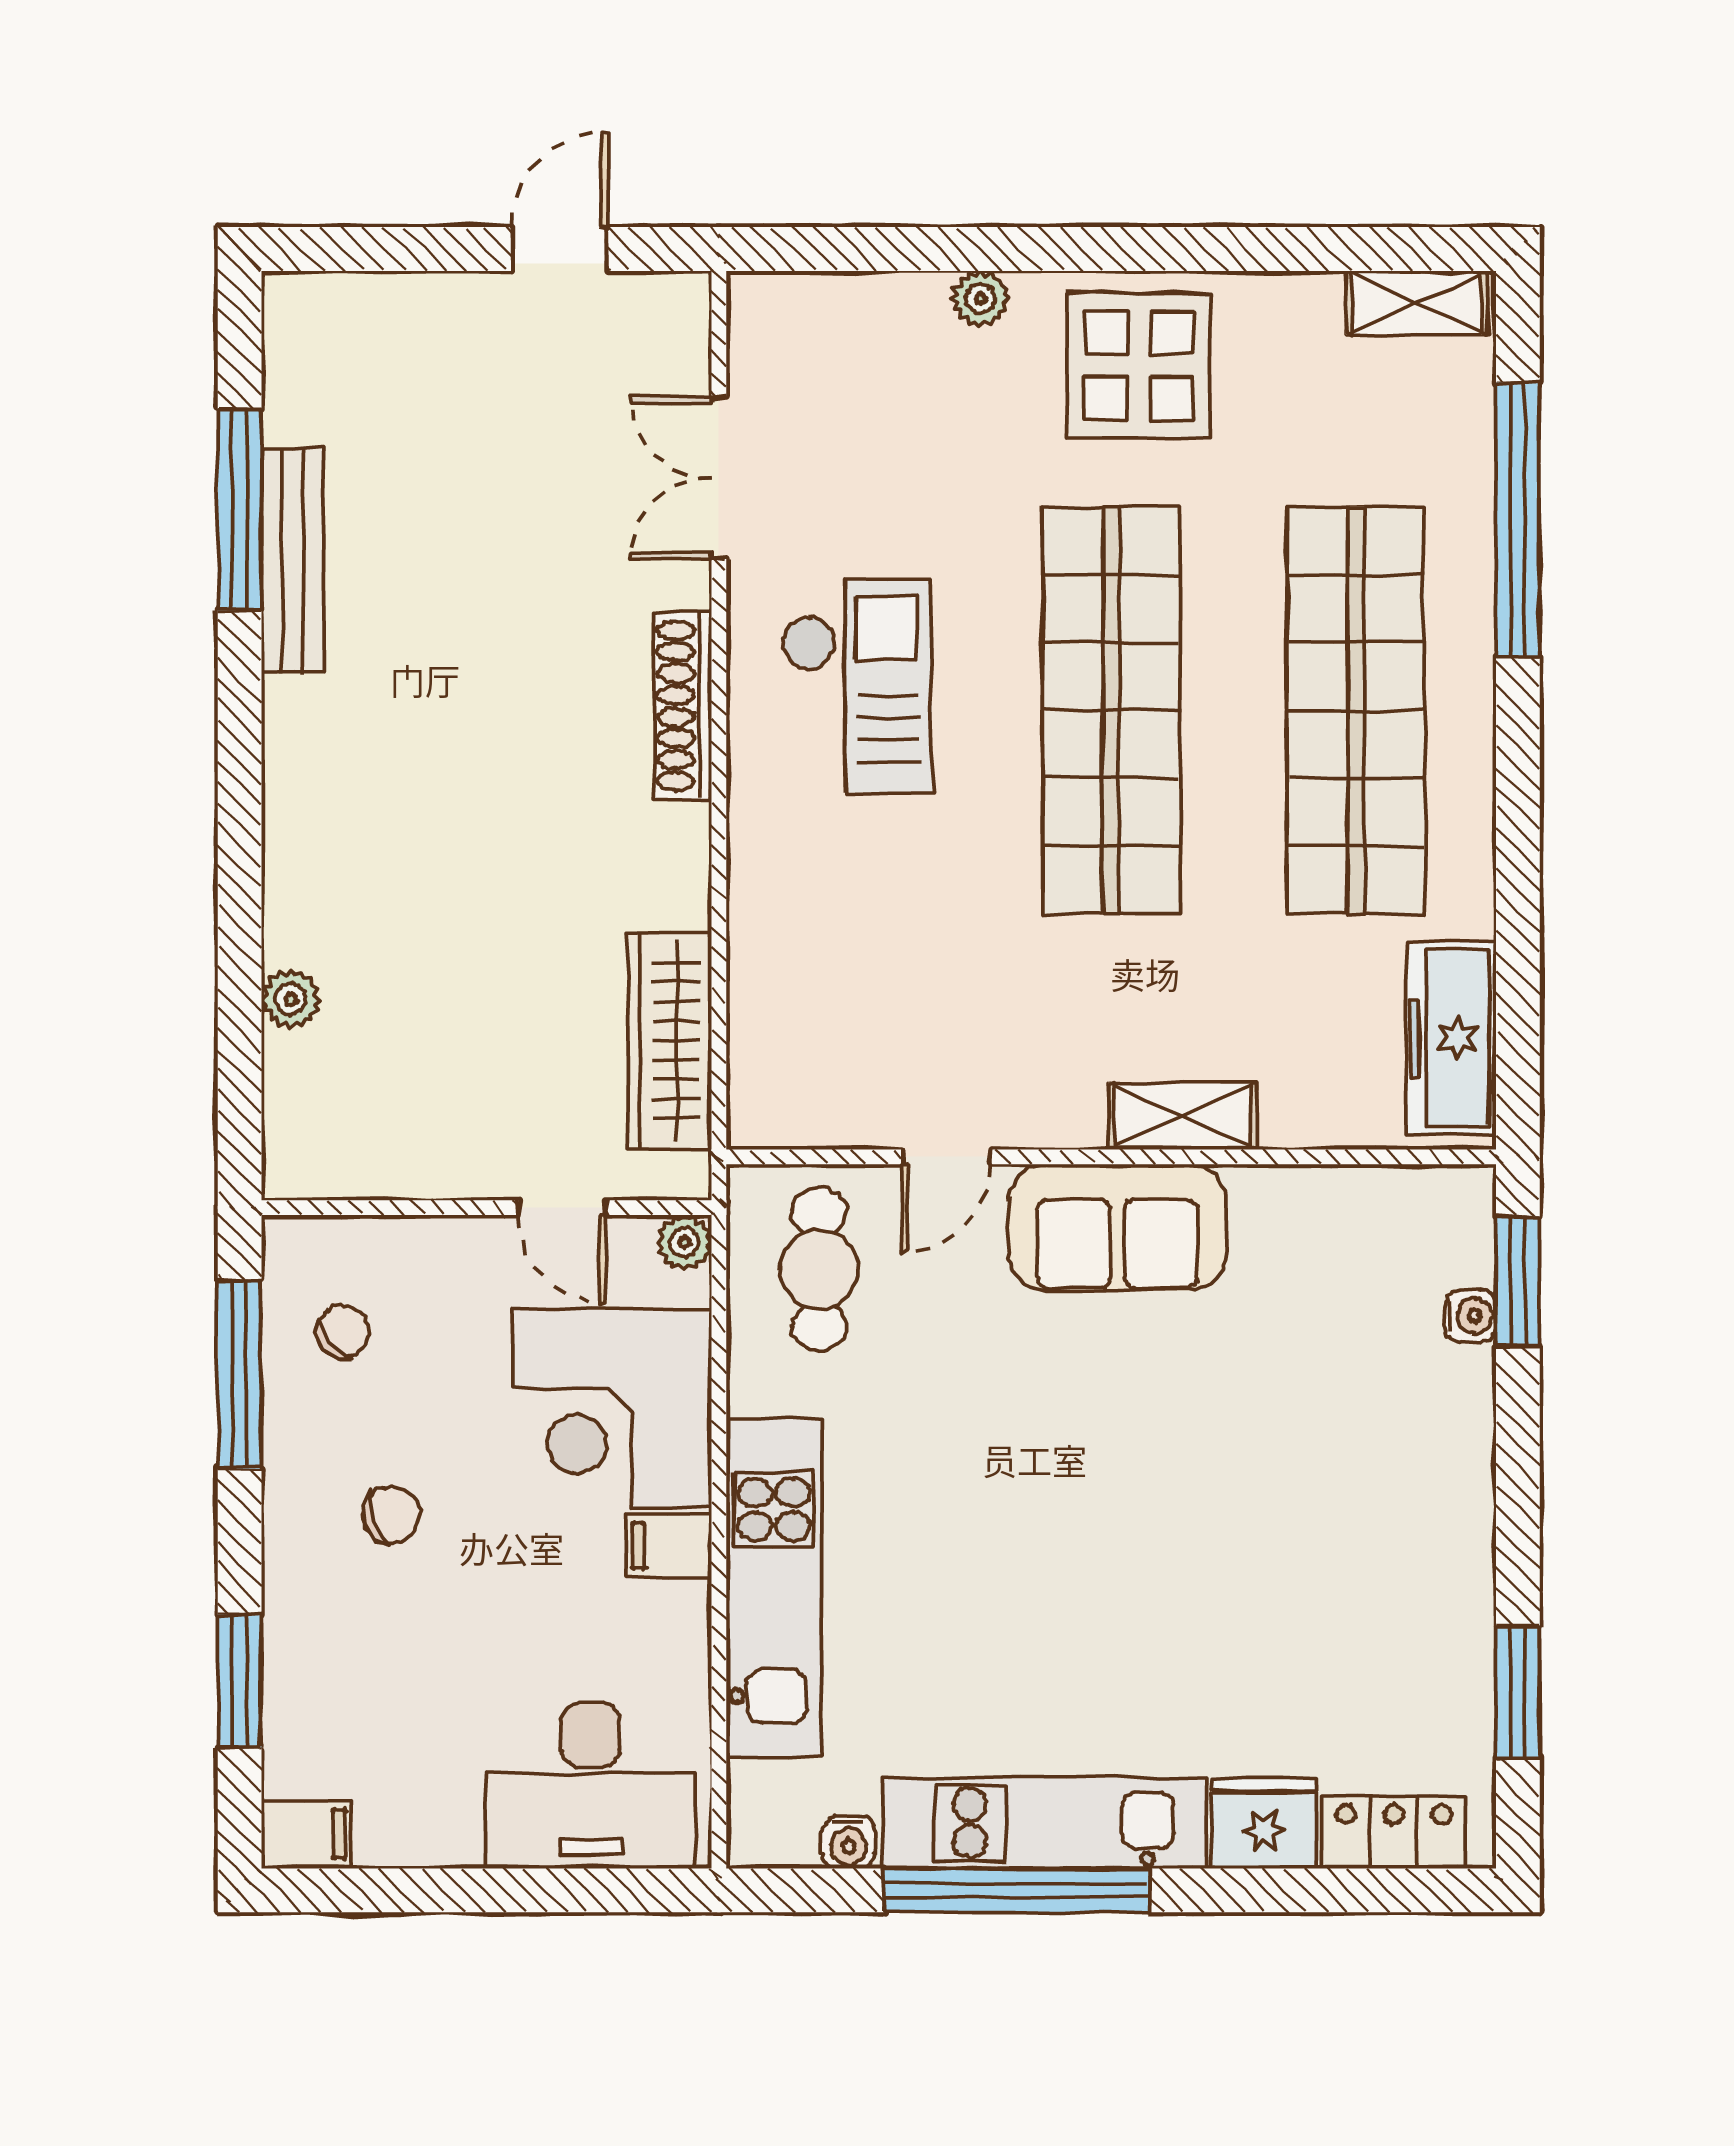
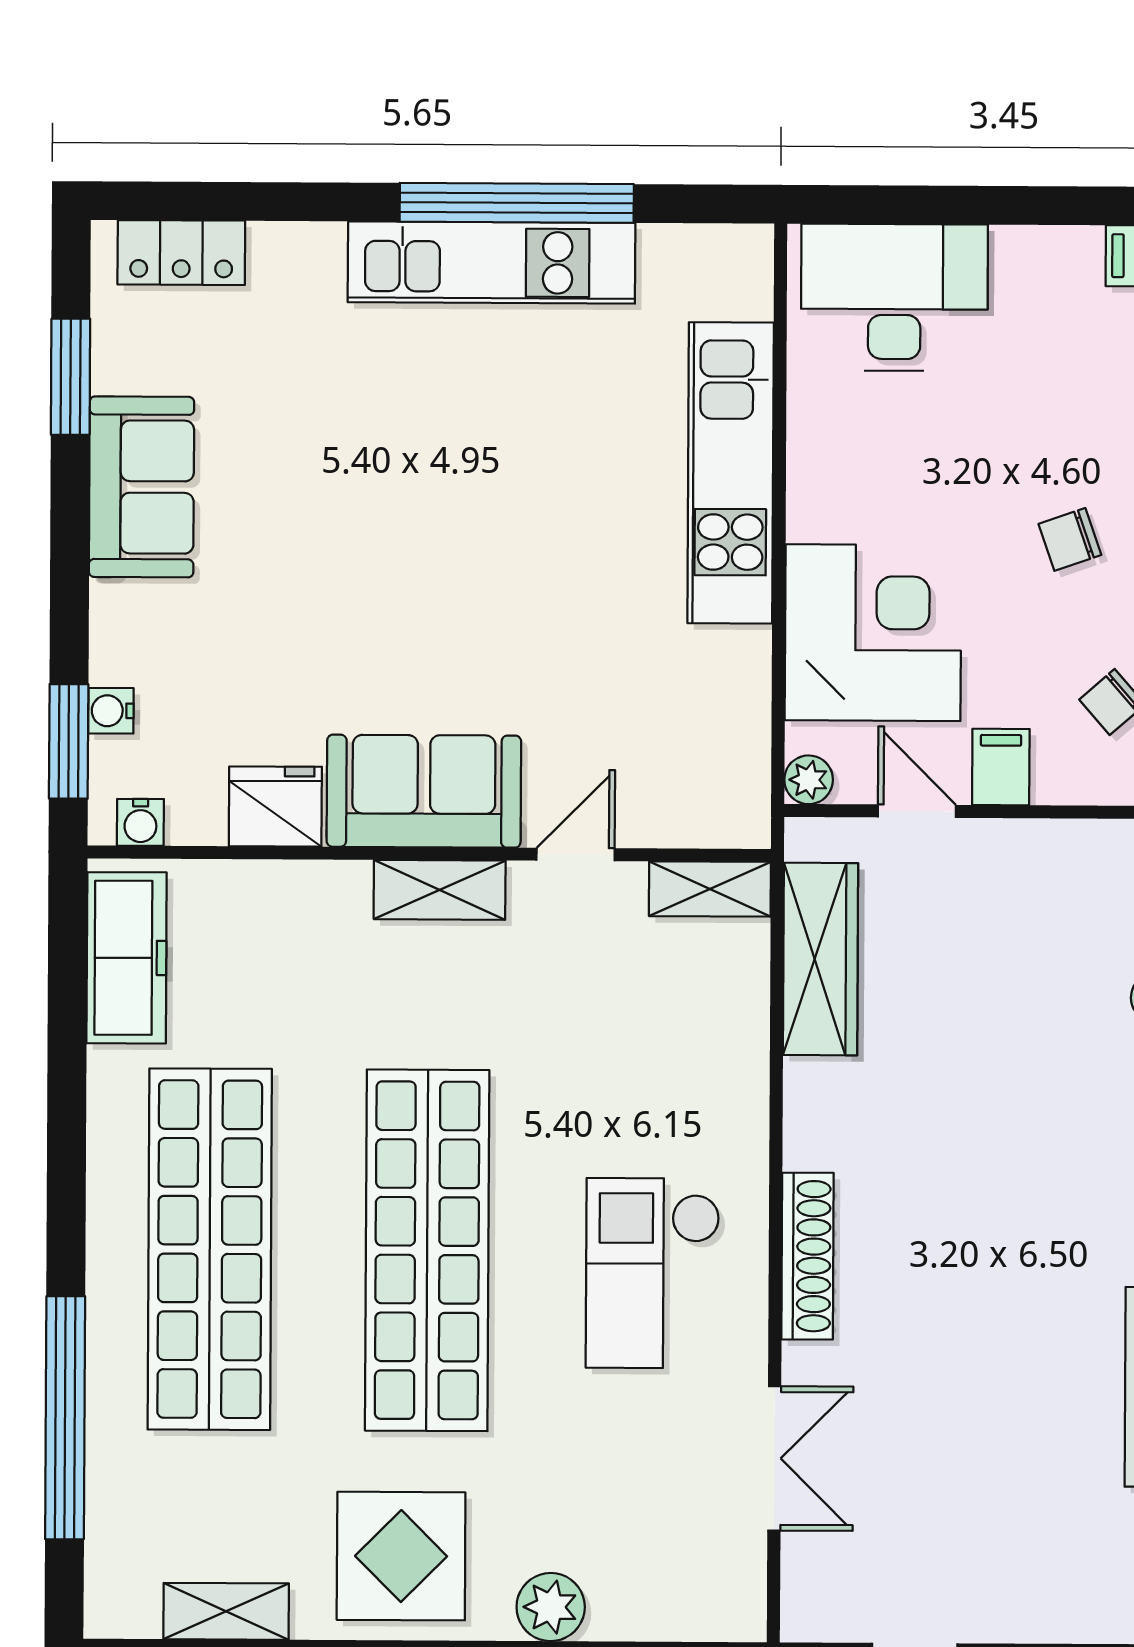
plant: (980, 299) -> (551, 1607), width x1.38, depth x1.38
shelving: (1416, 302) -> (226, 1611), moved
shelving: (1183, 1116) -> (440, 890), moved
shelving: (795, 1119) -> (710, 889), added
cafe table: (819, 1269) -> (689, 755), removed
filing cabinet: (669, 1545) -> (1001, 767), moved, turned -90
sofa: (1437, 1568) -> (142, 487), added
fridge: (1264, 1824) -> (275, 807), moved, turned 180
water cooler: (848, 1842) -> (140, 822), moved, turned 180

